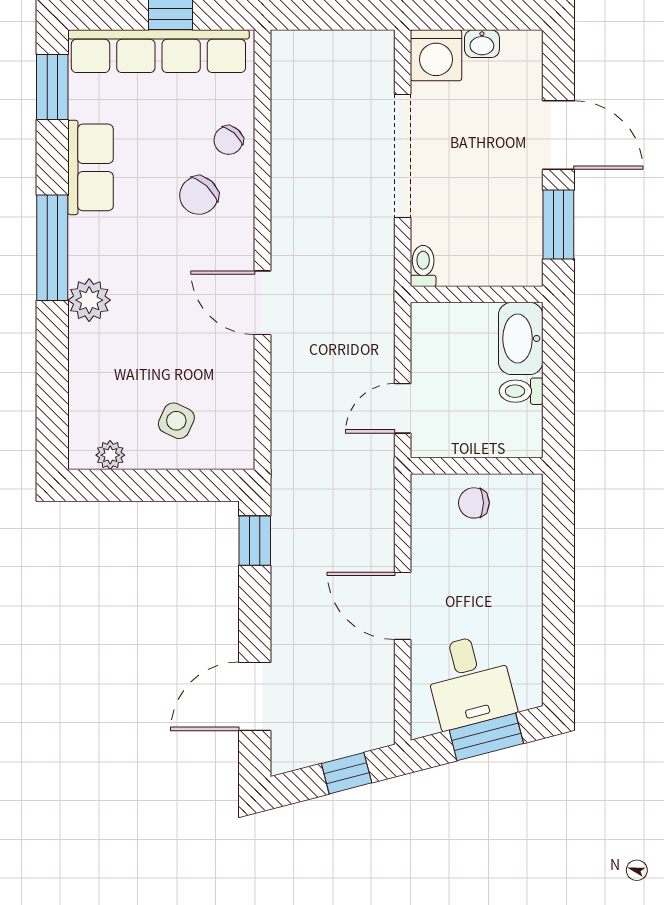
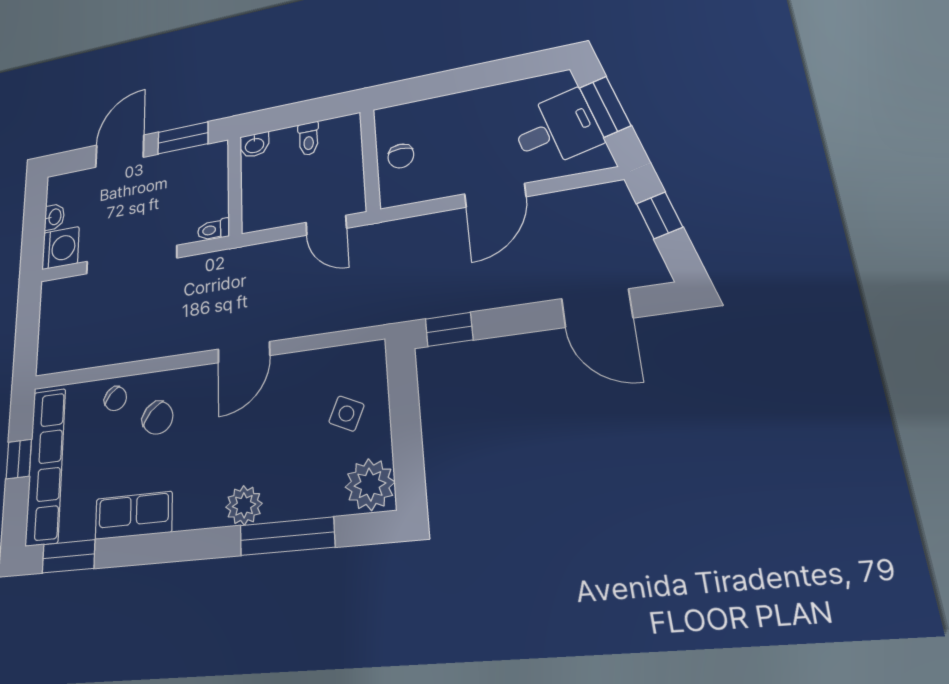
window: (52, 248) -> (287, 536), moved
washbasin: (521, 338) -> (254, 145), width x0.52, depth x0.69
plant: (110, 455) -> (370, 485), width x1.87, depth x1.87

